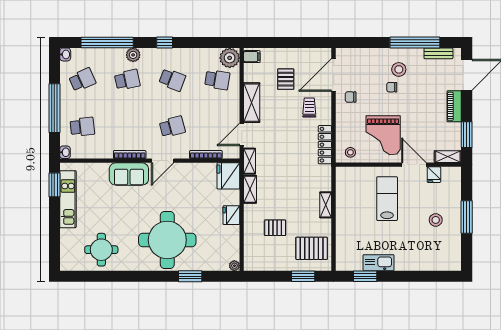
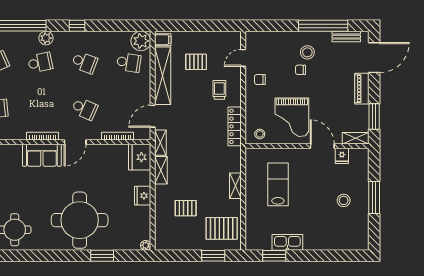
door: (334, 75) -> (243, 58), width x0.53
pallet: (286, 79) -> (196, 62), turned 90
shelving: (252, 103) -> (163, 76), width x1.47
school desk: (172, 127) -> (84, 109), turned 39
lab bench: (387, 199) -> (278, 184), moved

